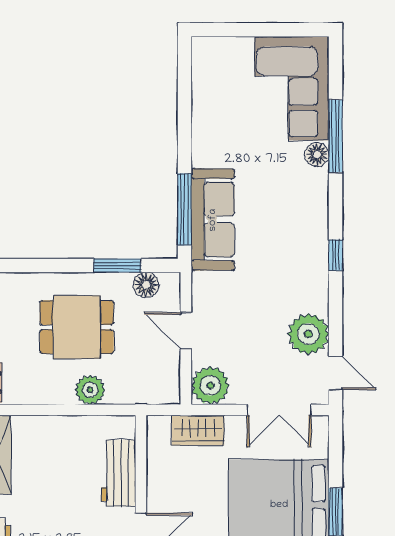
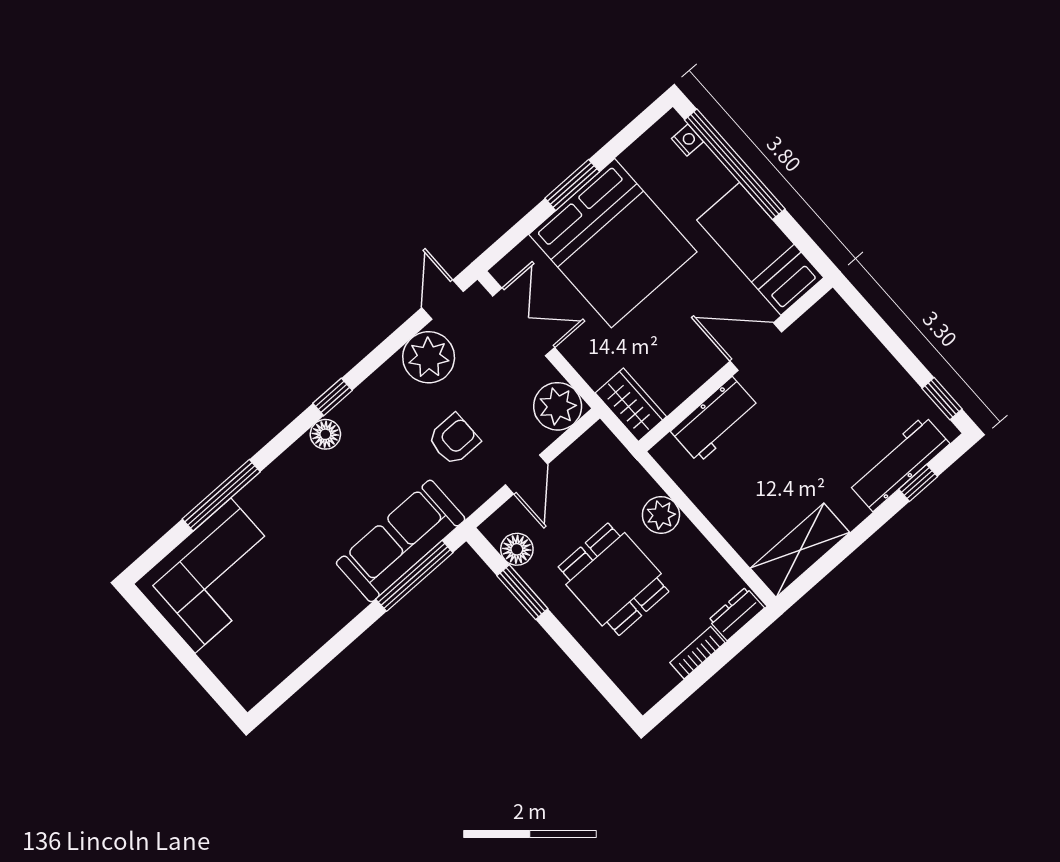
floor lamp: (317, 155) -> (325, 434), moved
armchair: (246, 306) -> (454, 439), added
wardrobe: (198, 430) -> (631, 405), moved

